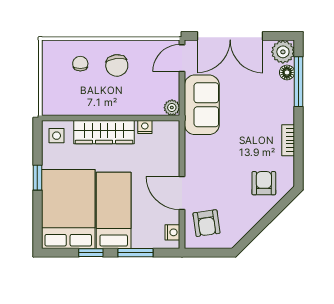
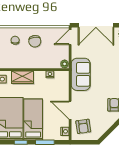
sofa: (202, 105) -> (81, 74), moved
wardrobe: (104, 132) -> (22, 77), width x0.67

